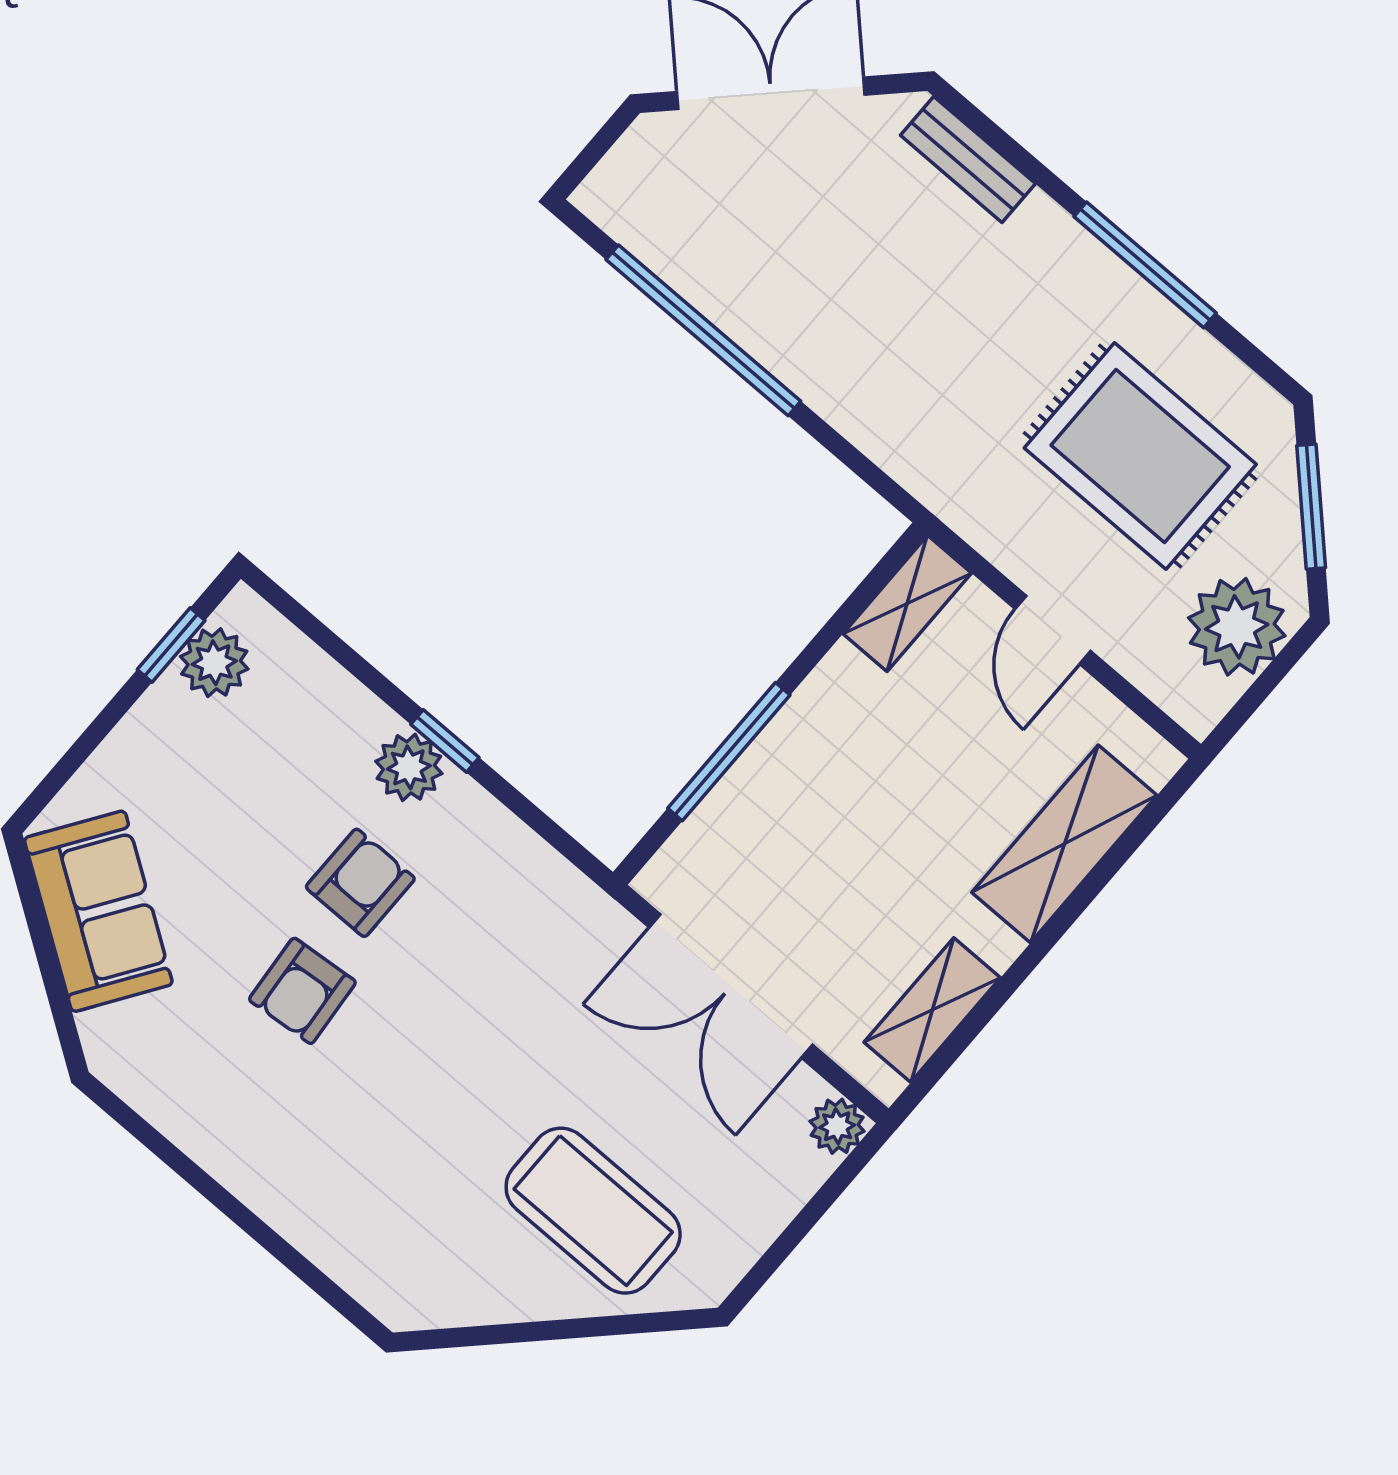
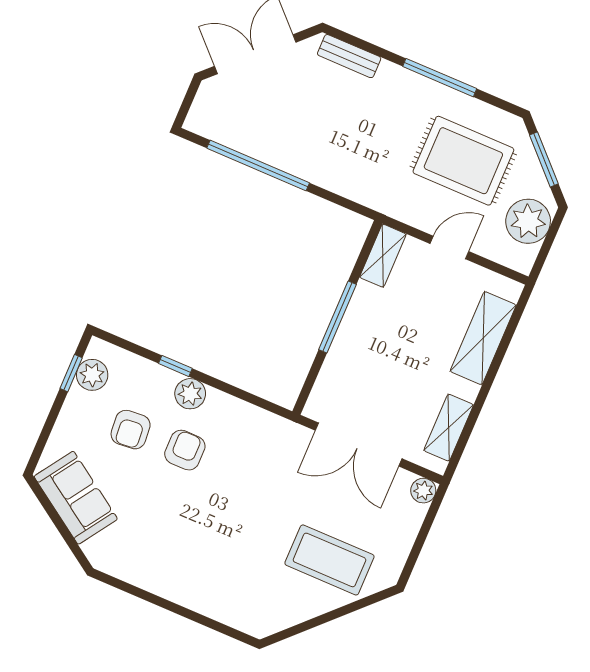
door: (1053, 630) -> (449, 247), swing flipped
window: (445, 741) -> (175, 366), moved
window: (729, 752) -> (337, 317), moved
armchair: (302, 991) -> (131, 430), moved

